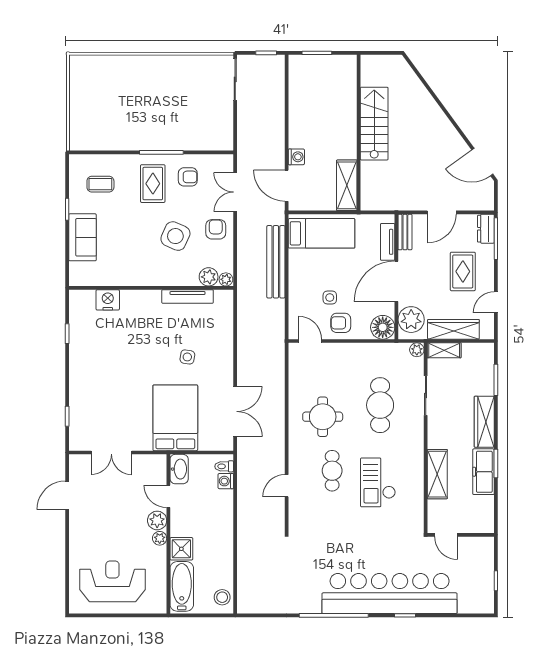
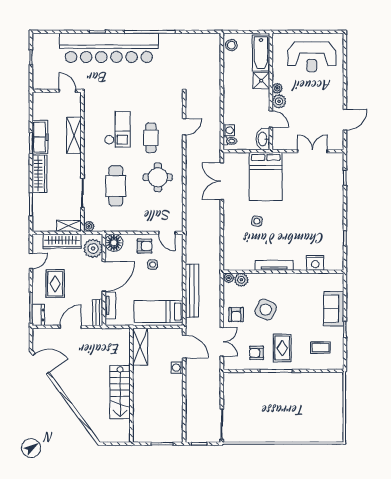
tv unit: (188, 296) -> (274, 265), moved

